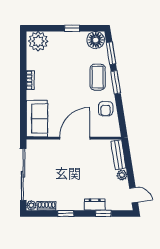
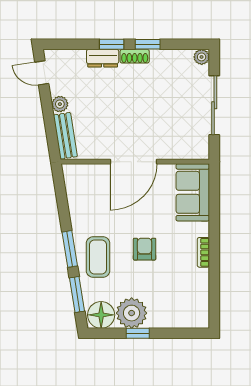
plant: (38, 41) -> (132, 313), moved
armchair: (106, 109) -> (145, 249), moved
sliding door: (23, 174) -> (214, 105), width x0.73
shoe rack: (47, 206) -> (135, 56), moved
window: (103, 213) -> (112, 44), moved

